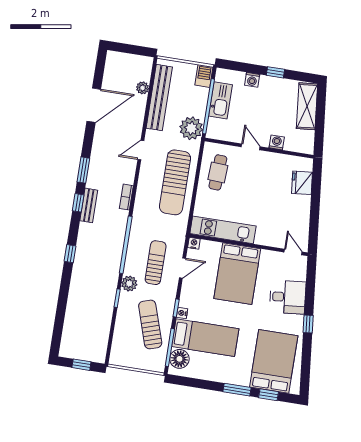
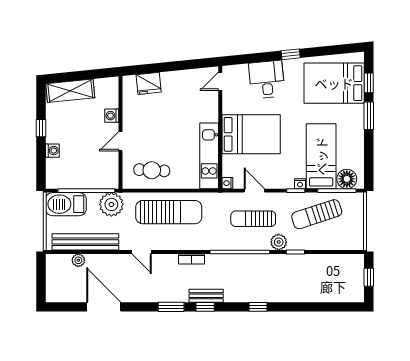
barbecue: (204, 76) -> (66, 204), width x1.88, depth x1.53
kitchen sink: (221, 100) -> (78, 179), removed

